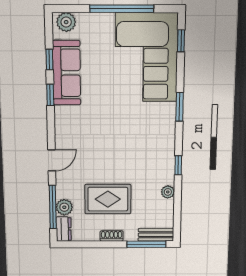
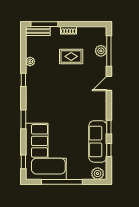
rug: (108, 199) -> (71, 56), width x0.73, depth x0.70
dresser: (64, 229) -> (102, 35), removed

